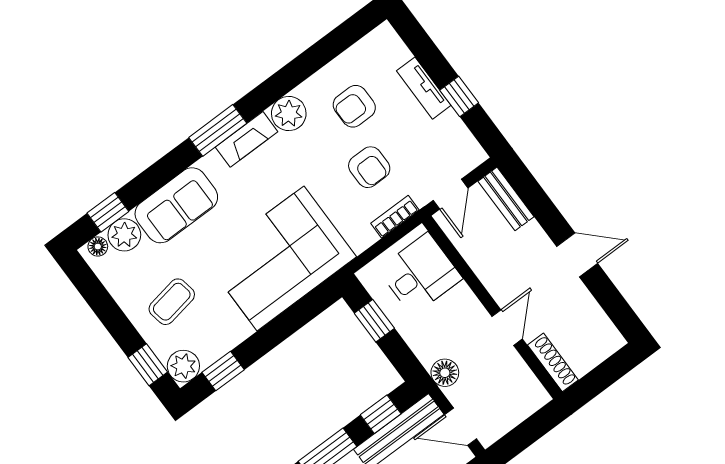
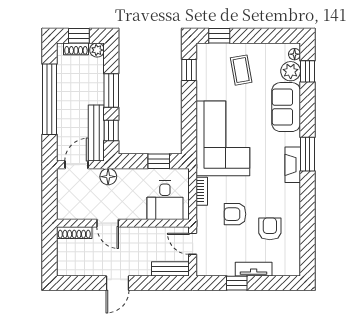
plant: (289, 114) -> (290, 195), removed
bookcase: (395, 217) -> (202, 191), moved
plant: (183, 366) -> (206, 52), removed

